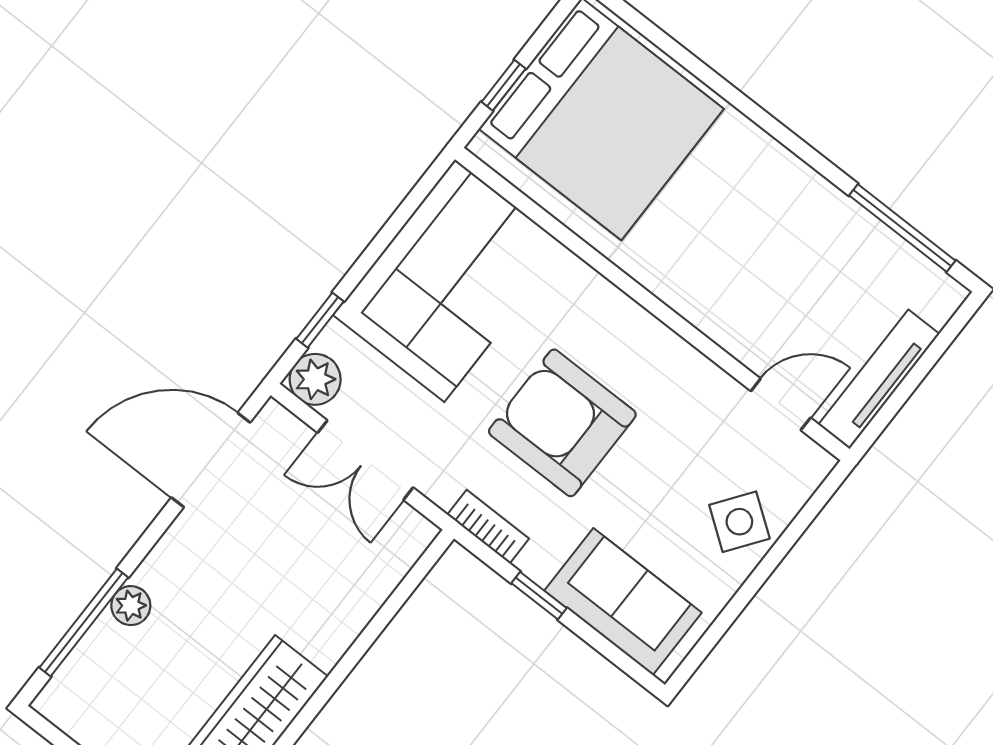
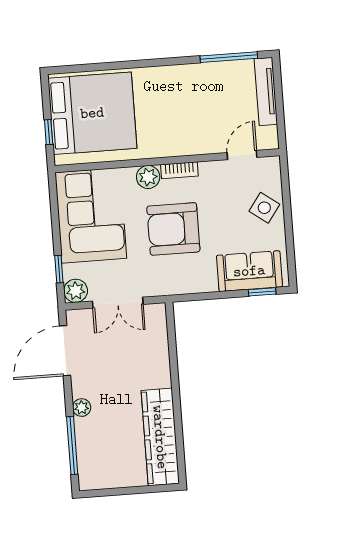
plant: (598, 303) -> (148, 177), added
tv unit: (879, 379) -> (266, 91), moved
bookcase: (488, 527) -> (179, 170), moved, turned 180
window: (539, 596) -> (262, 292), moved
plant: (131, 606) -> (82, 408), moved

